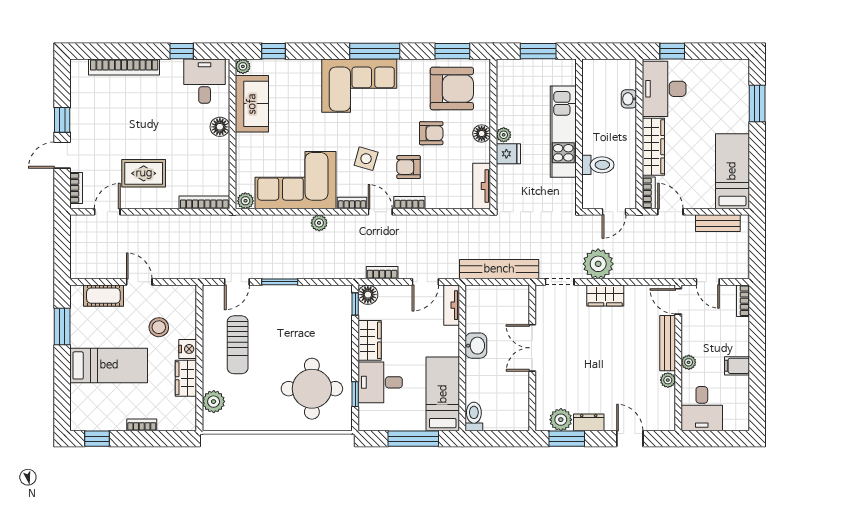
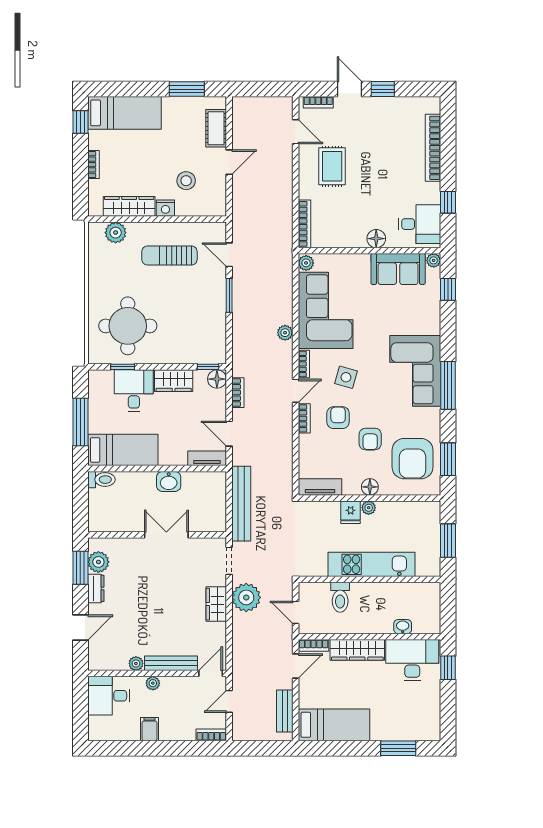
bed: (109, 365) -> (125, 113), moved, turned -90
wardrobe: (186, 378) -> (129, 206), width x1.50

